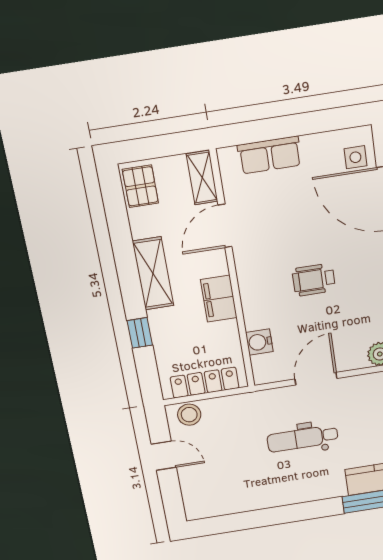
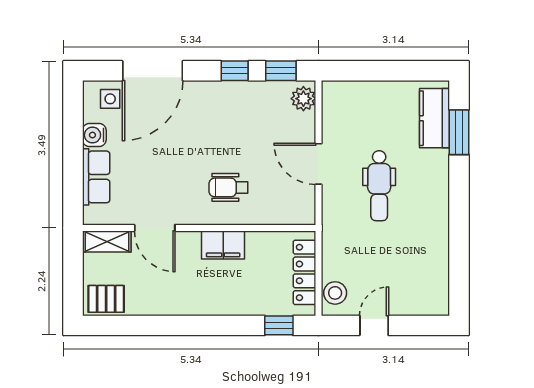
shelving: (153, 274) -> (189, 302), removed
wheelchair: (314, 280) -> (228, 187), moved, turned 90
window: (140, 333) -> (279, 325), moved
water cooler: (259, 342) -> (94, 135), moved, turned 90

